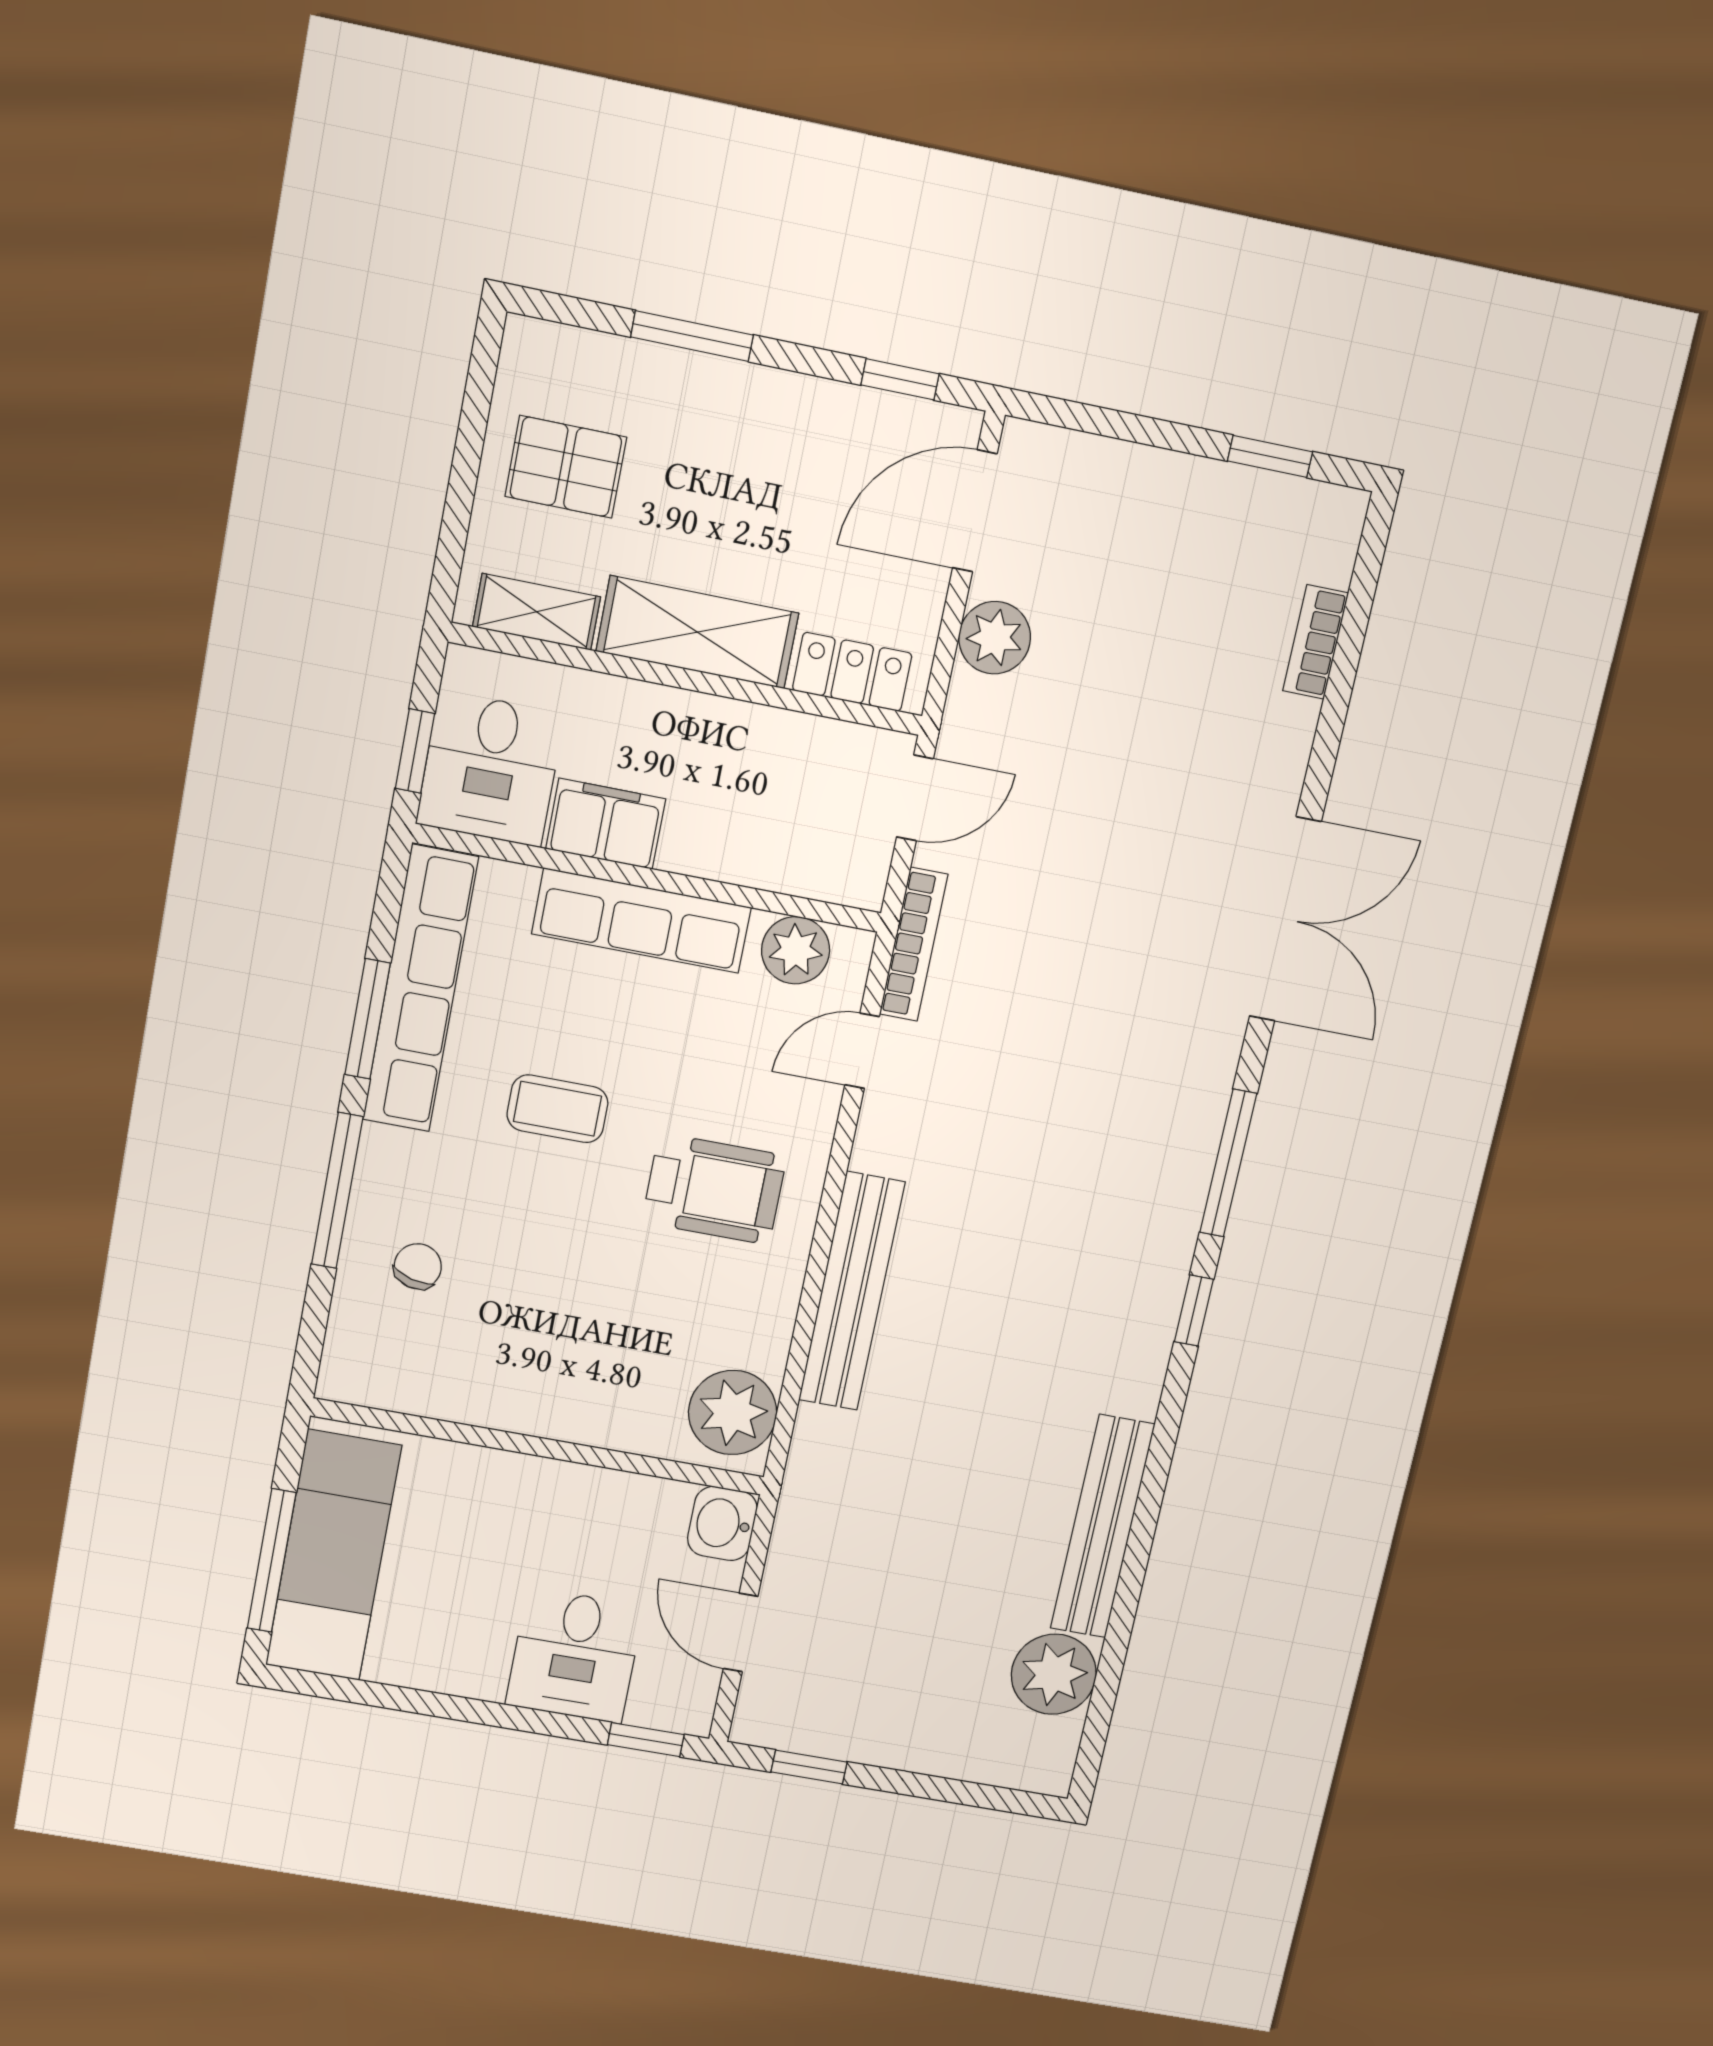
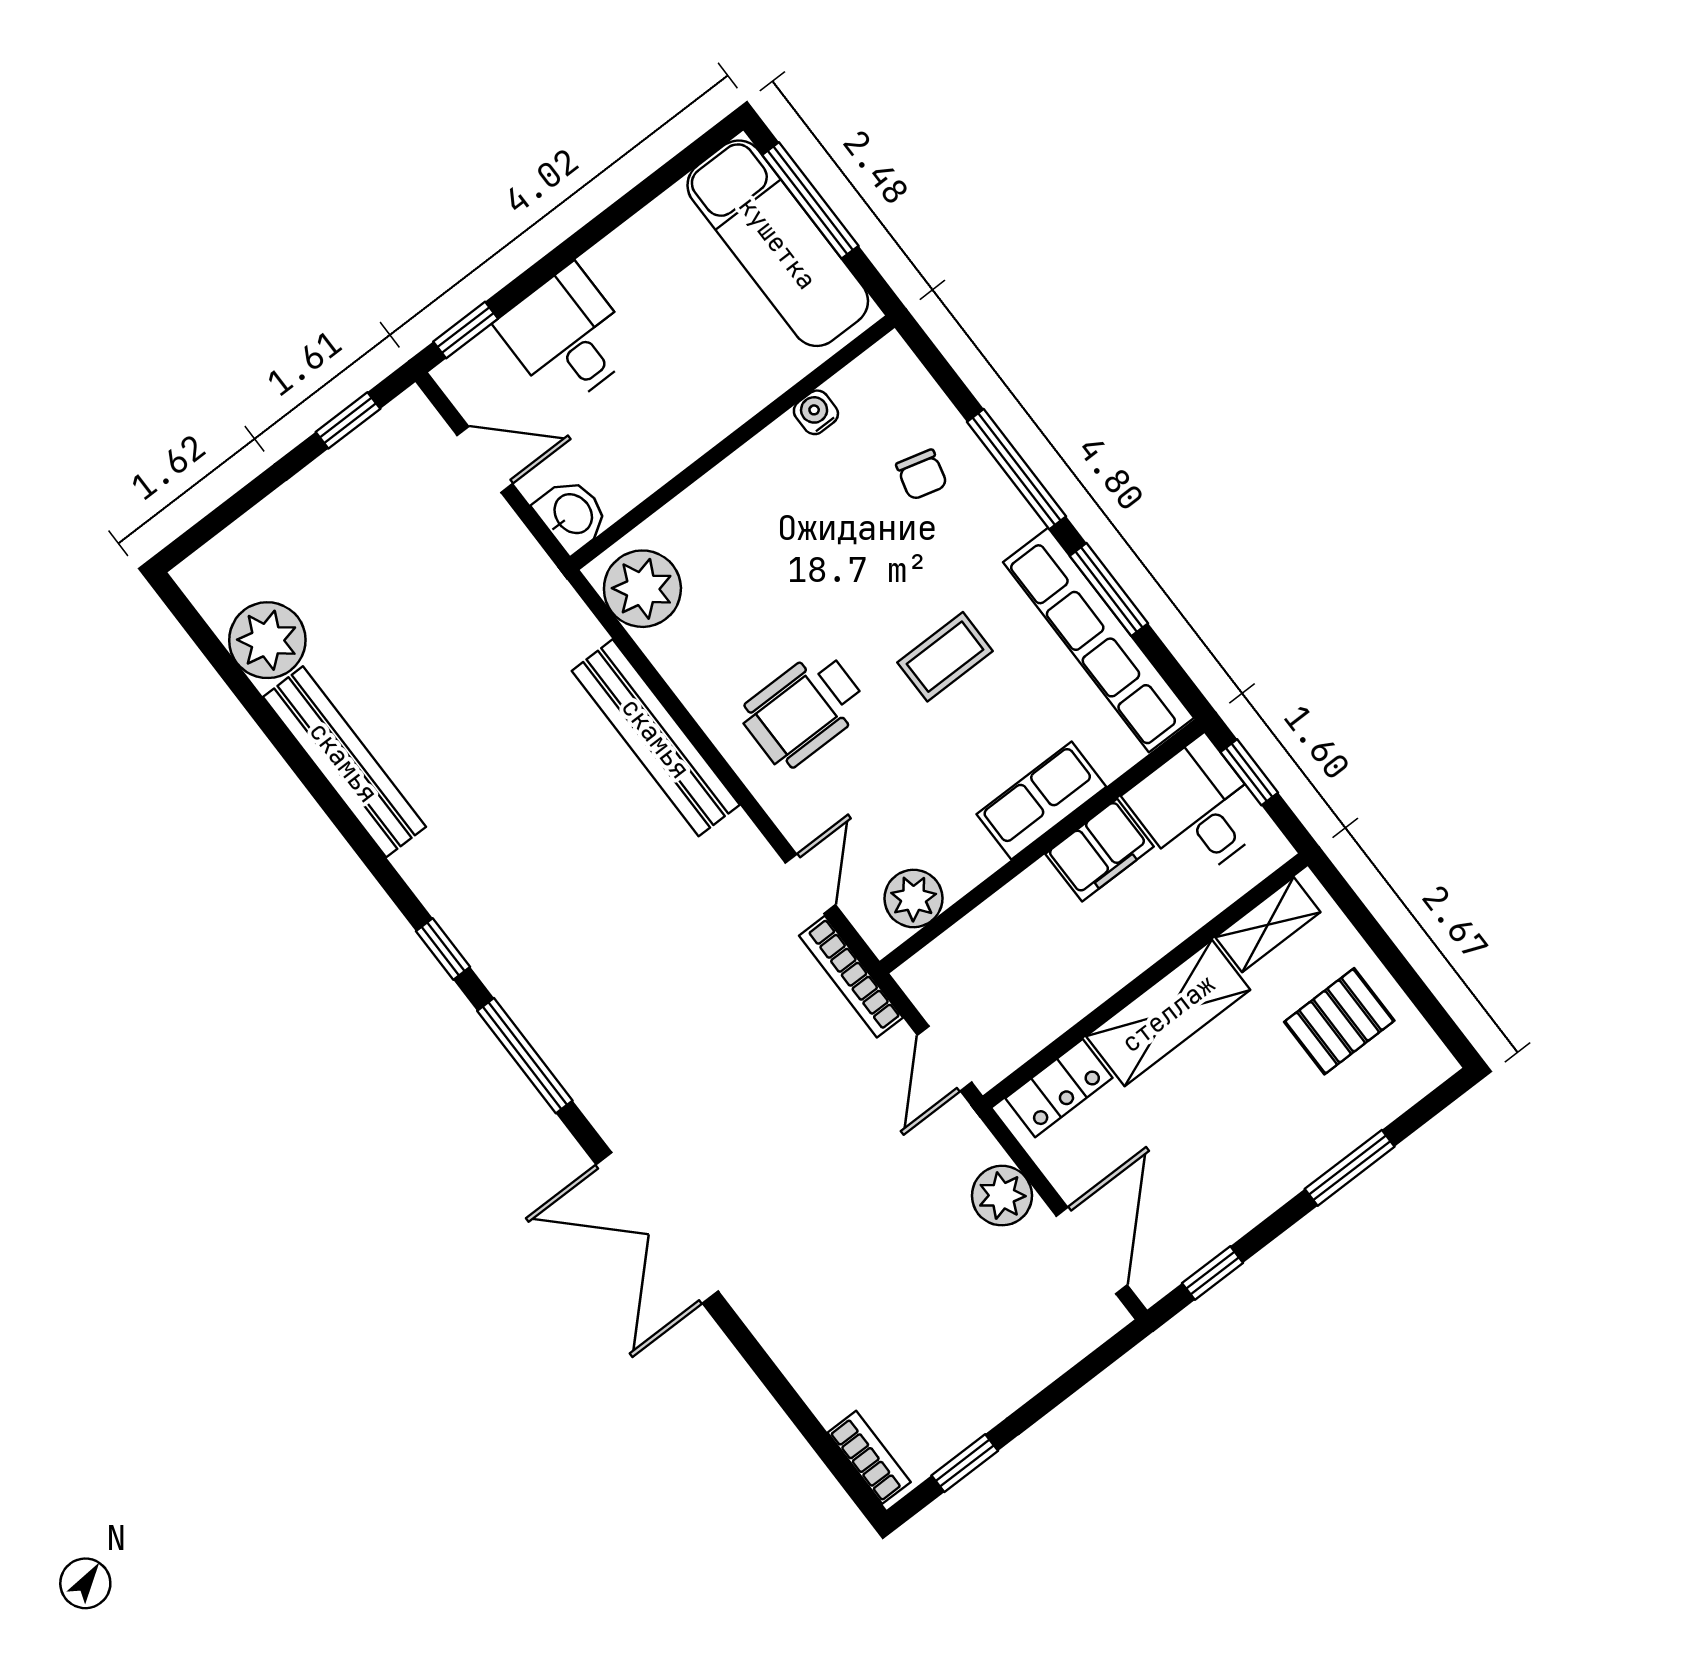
bookcase: (1315, 642) -> (869, 1457), moved
row of seats: (641, 921) -> (1041, 801), width x0.68
water cooler: (447, 1401) -> (816, 412), added

